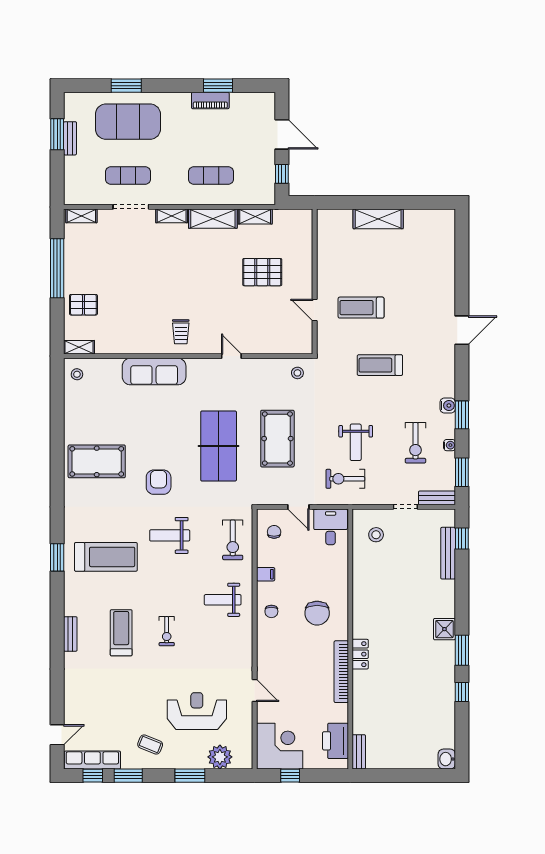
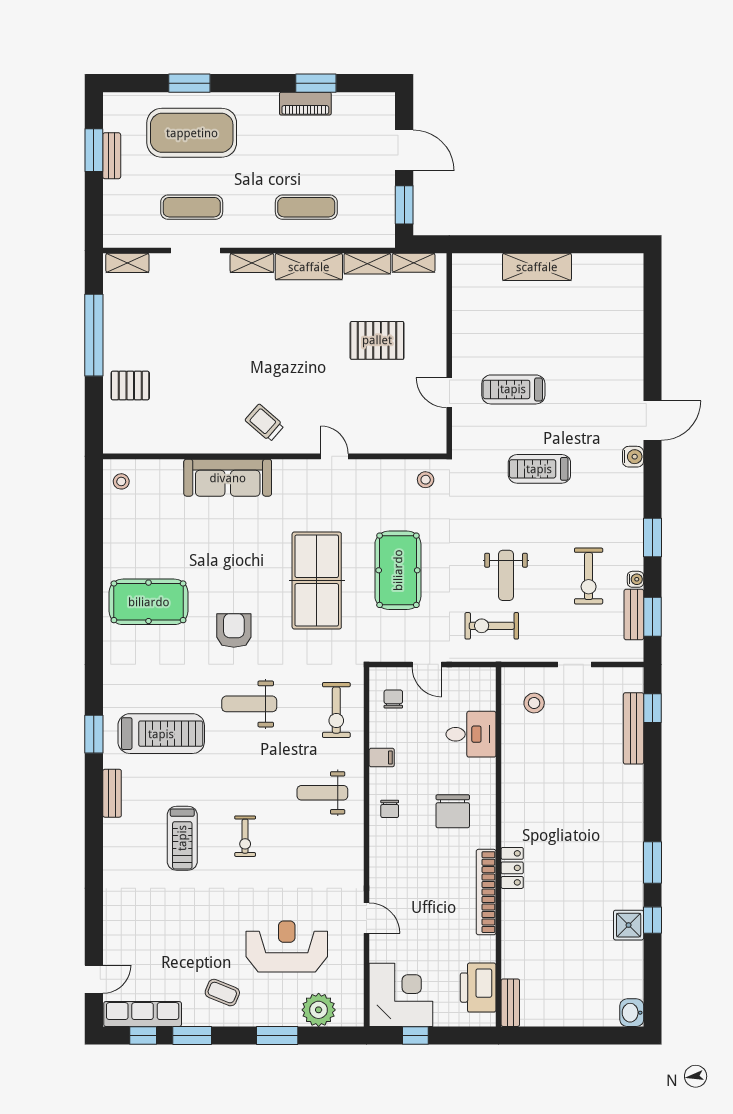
window: (282, 174) -> (404, 205), width x1.50
trolley: (181, 332) -> (265, 423), turned 131
shelving: (79, 347) -> (414, 263), moved
water cooler: (448, 405) -> (633, 457), moved
bench: (437, 498) -> (634, 614), moved, turned 90
desk: (331, 527) -> (471, 734), moved, turned 90
shower: (444, 629) -> (629, 925), moved
treadmill: (121, 633) -> (182, 838), turned 180
bench: (70, 634) -> (112, 793), moved

